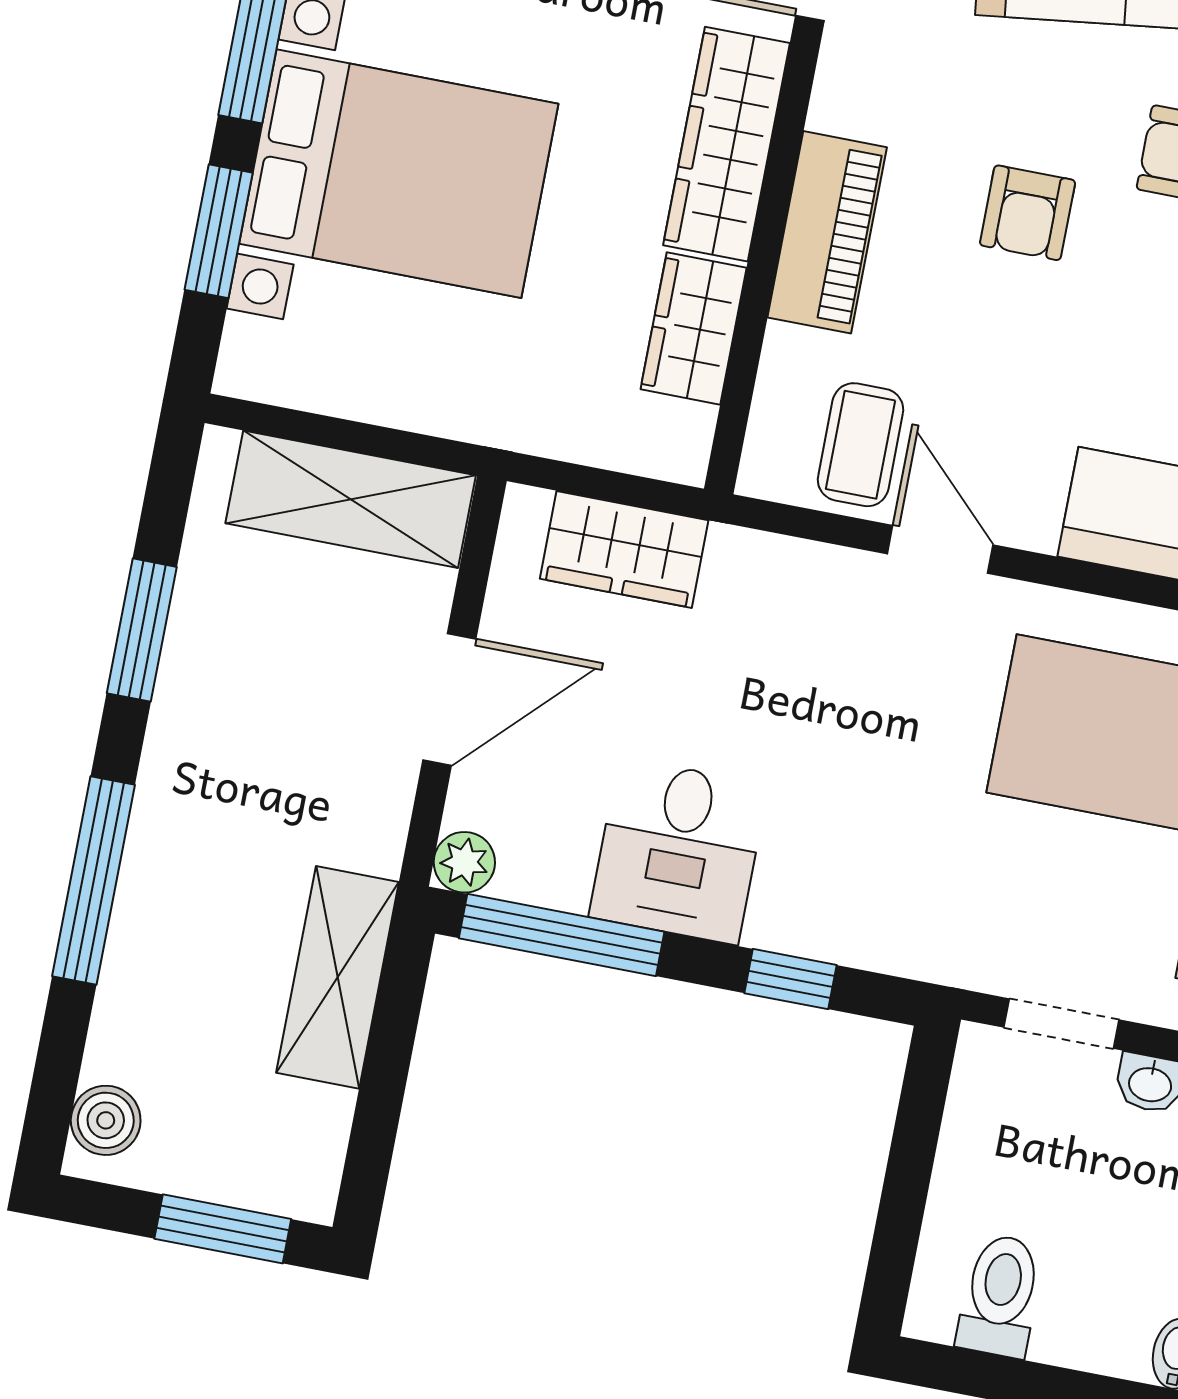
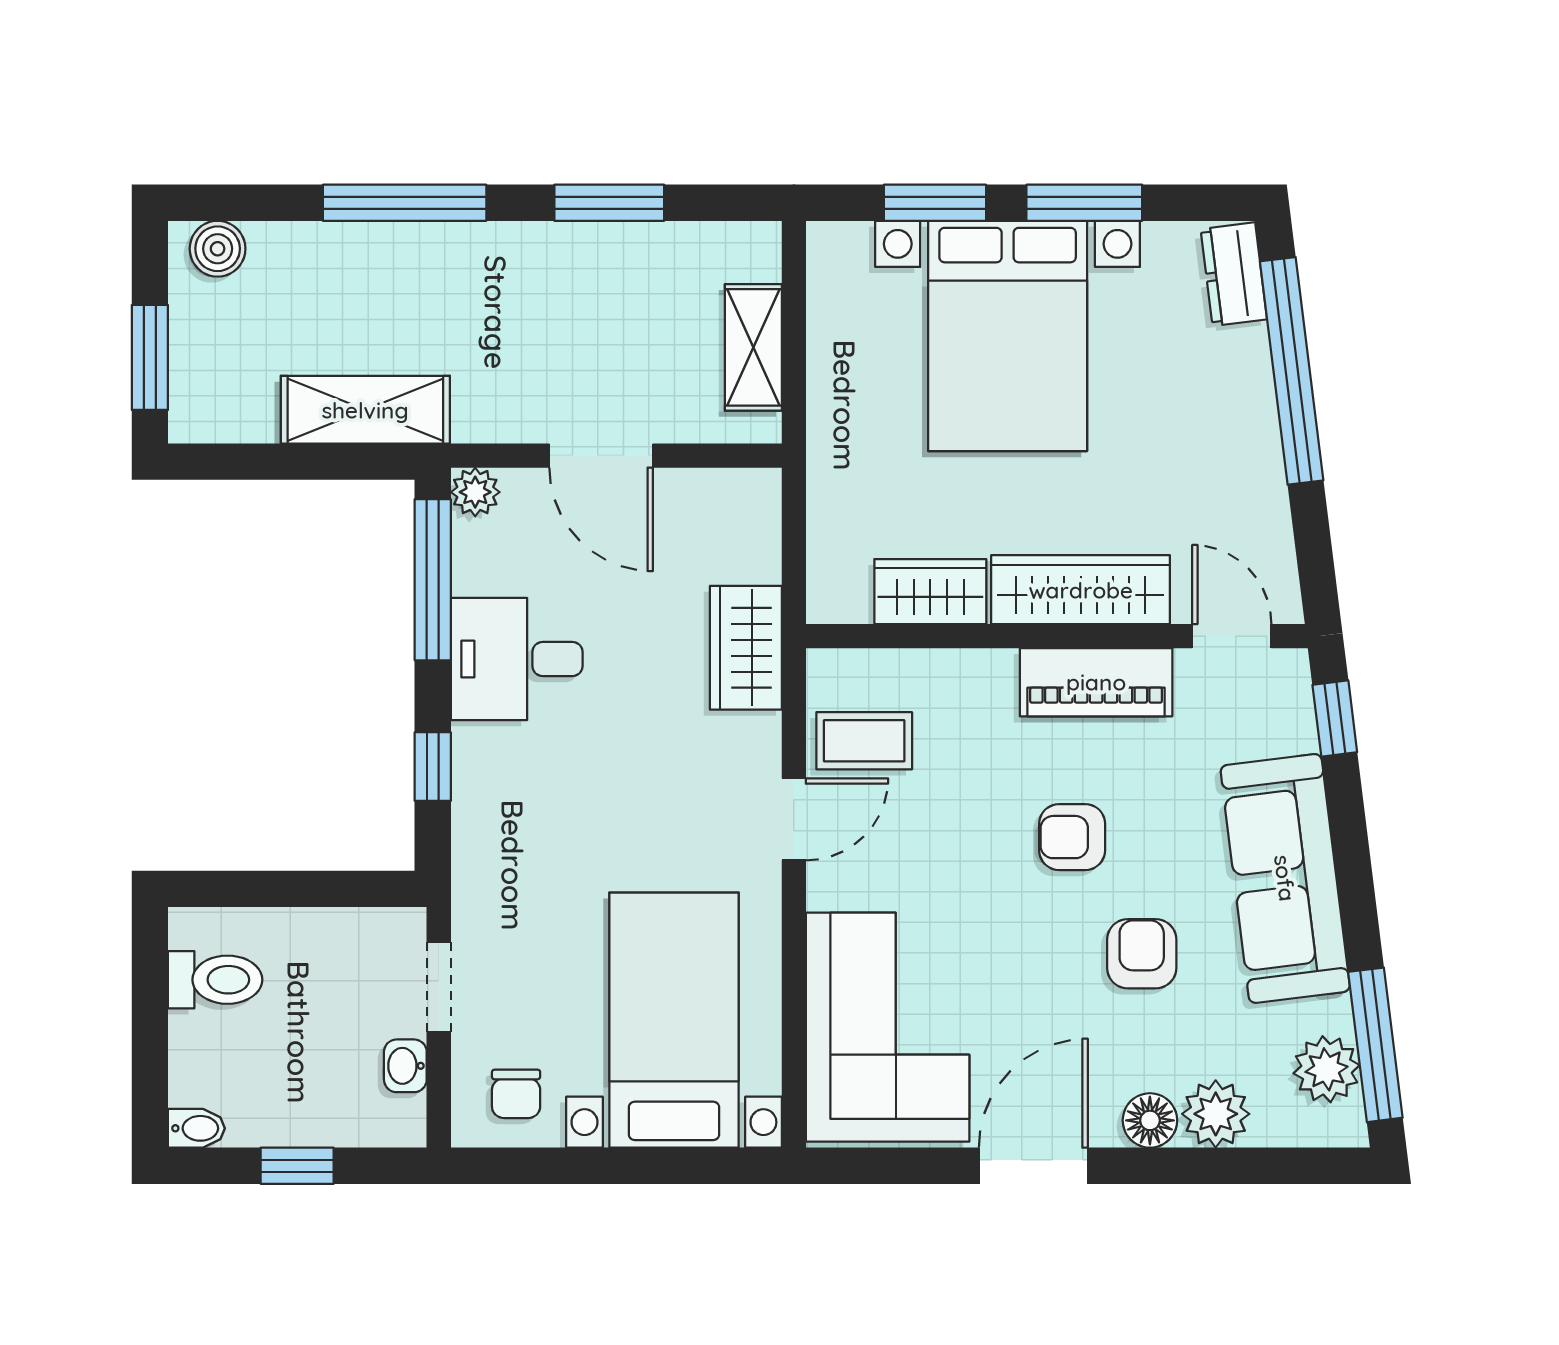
piano: (827, 232) -> (1096, 682), moved
shelving: (351, 499) -> (753, 347), width x0.67, depth x0.75
wardrobe: (624, 549) -> (746, 648), moved

